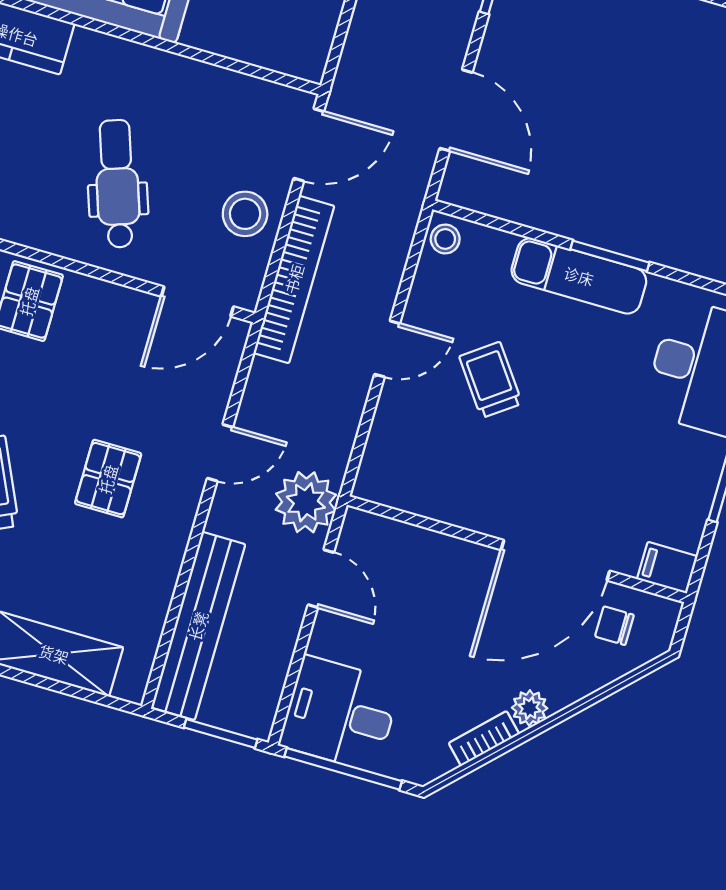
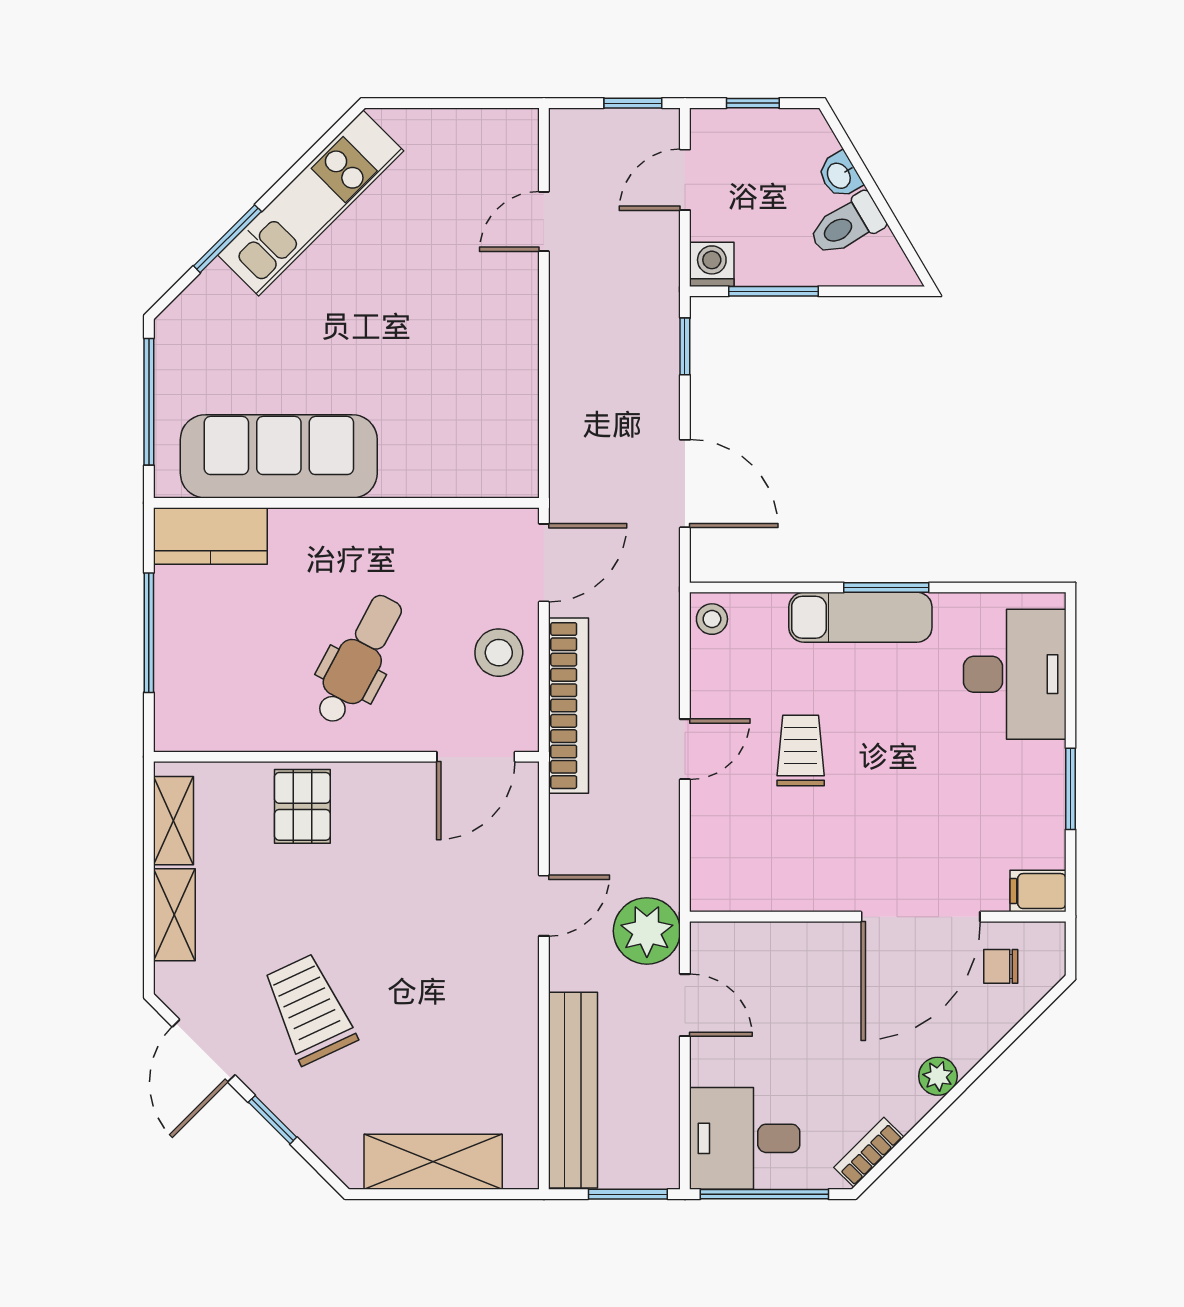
dental chair: (117, 184) -> (359, 659), turned 47
trolley: (491, 380) -> (801, 750), turned 36
pallet: (108, 479) -> (437, 965), removed
bookcase: (484, 738) -> (869, 1152), moved

